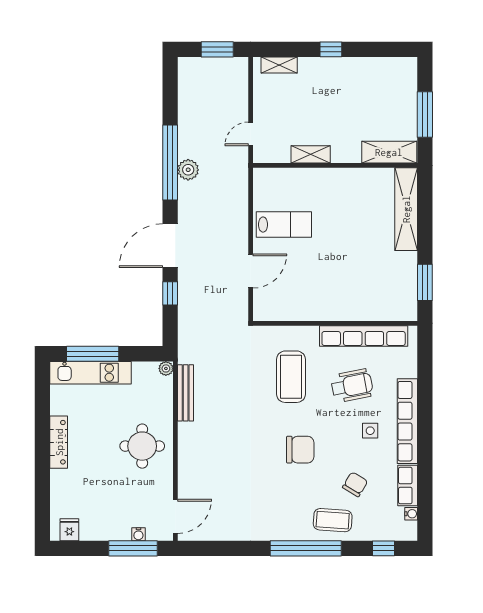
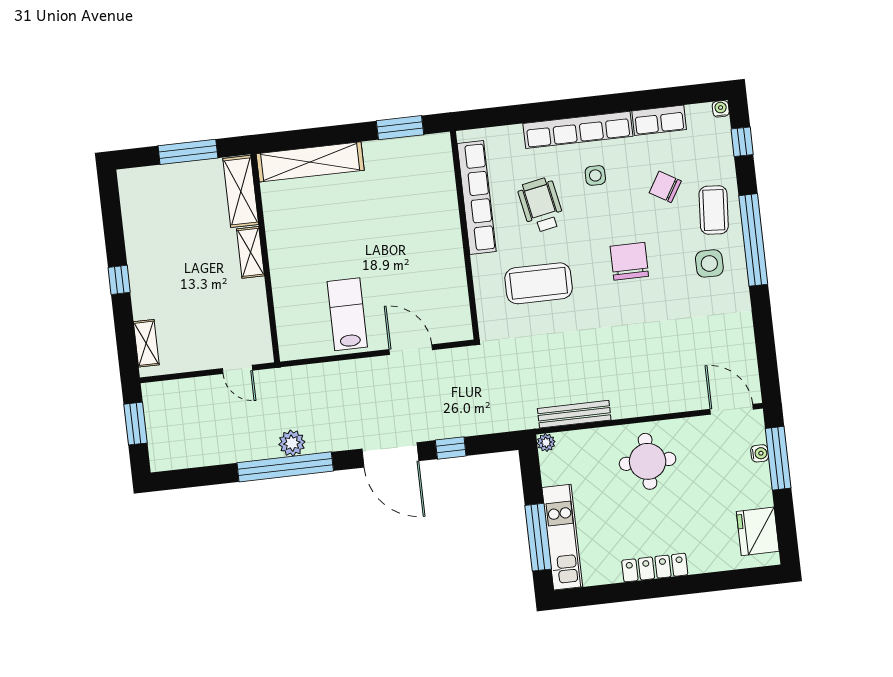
shelving: (311, 154) -> (250, 252), moved
side table: (291, 512) -> (709, 263), added
water cooler: (411, 514) -> (721, 109), moved
fridge: (69, 530) -> (758, 531), width x1.88, depth x1.34

